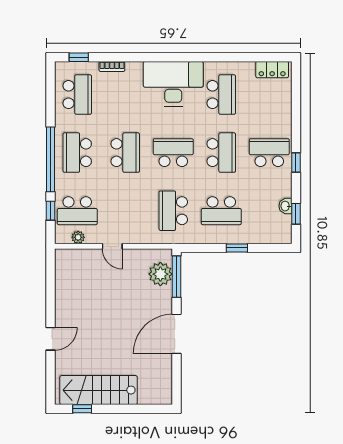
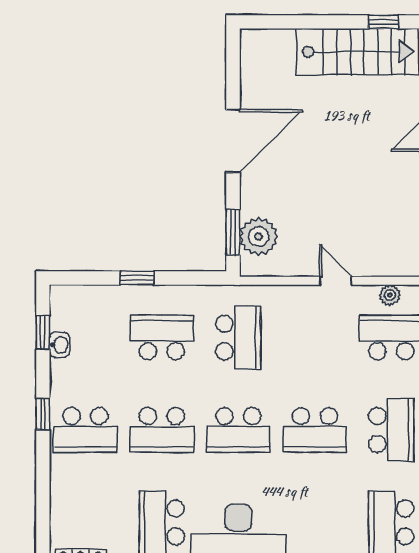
school desk: (125, 153) -> (315, 430), turned -90
school desk: (221, 153) -> (162, 430), turned -90
window: (177, 277) -> (233, 232), width x0.69

